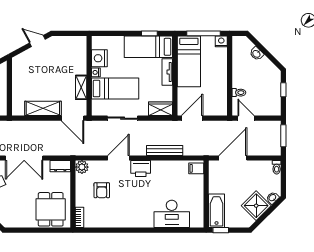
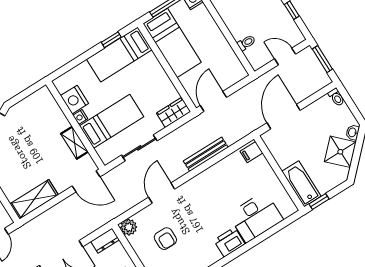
tv unit: (167, 72) -> (156, 69), removed
shelving: (43, 108) -> (34, 199), moved
door: (246, 118) -> (285, 56), moved
printer: (141, 169) -> (229, 242), moved, turned 180

